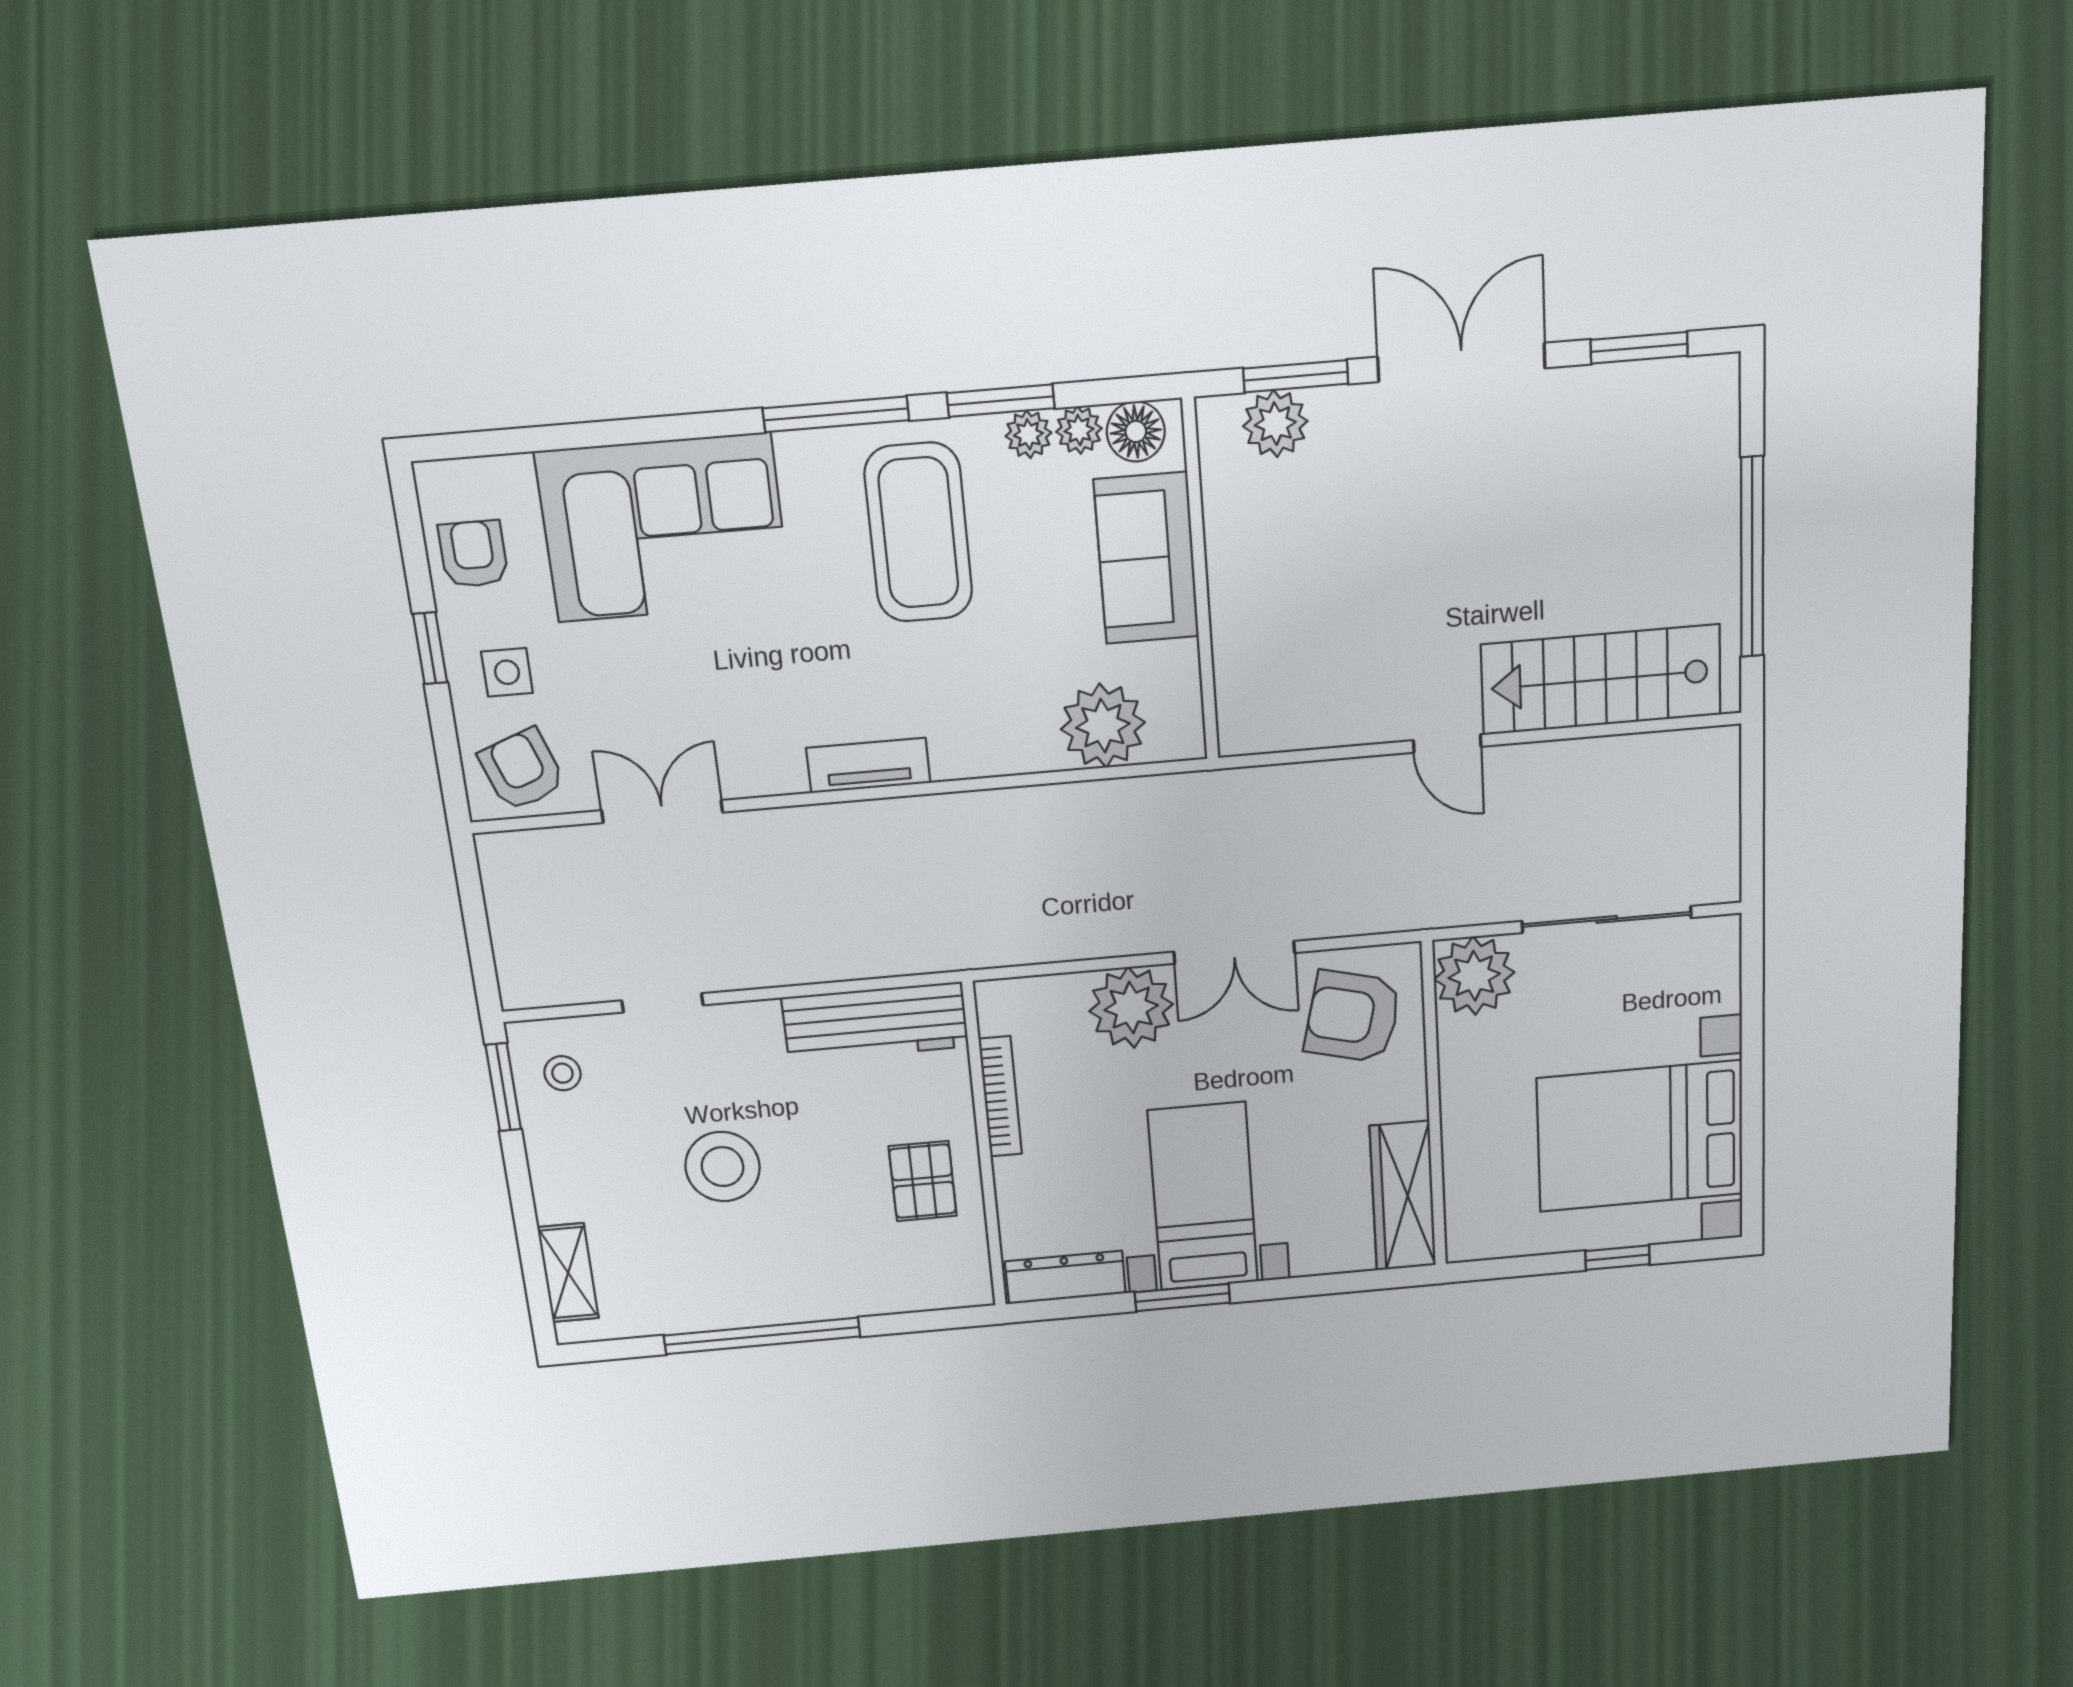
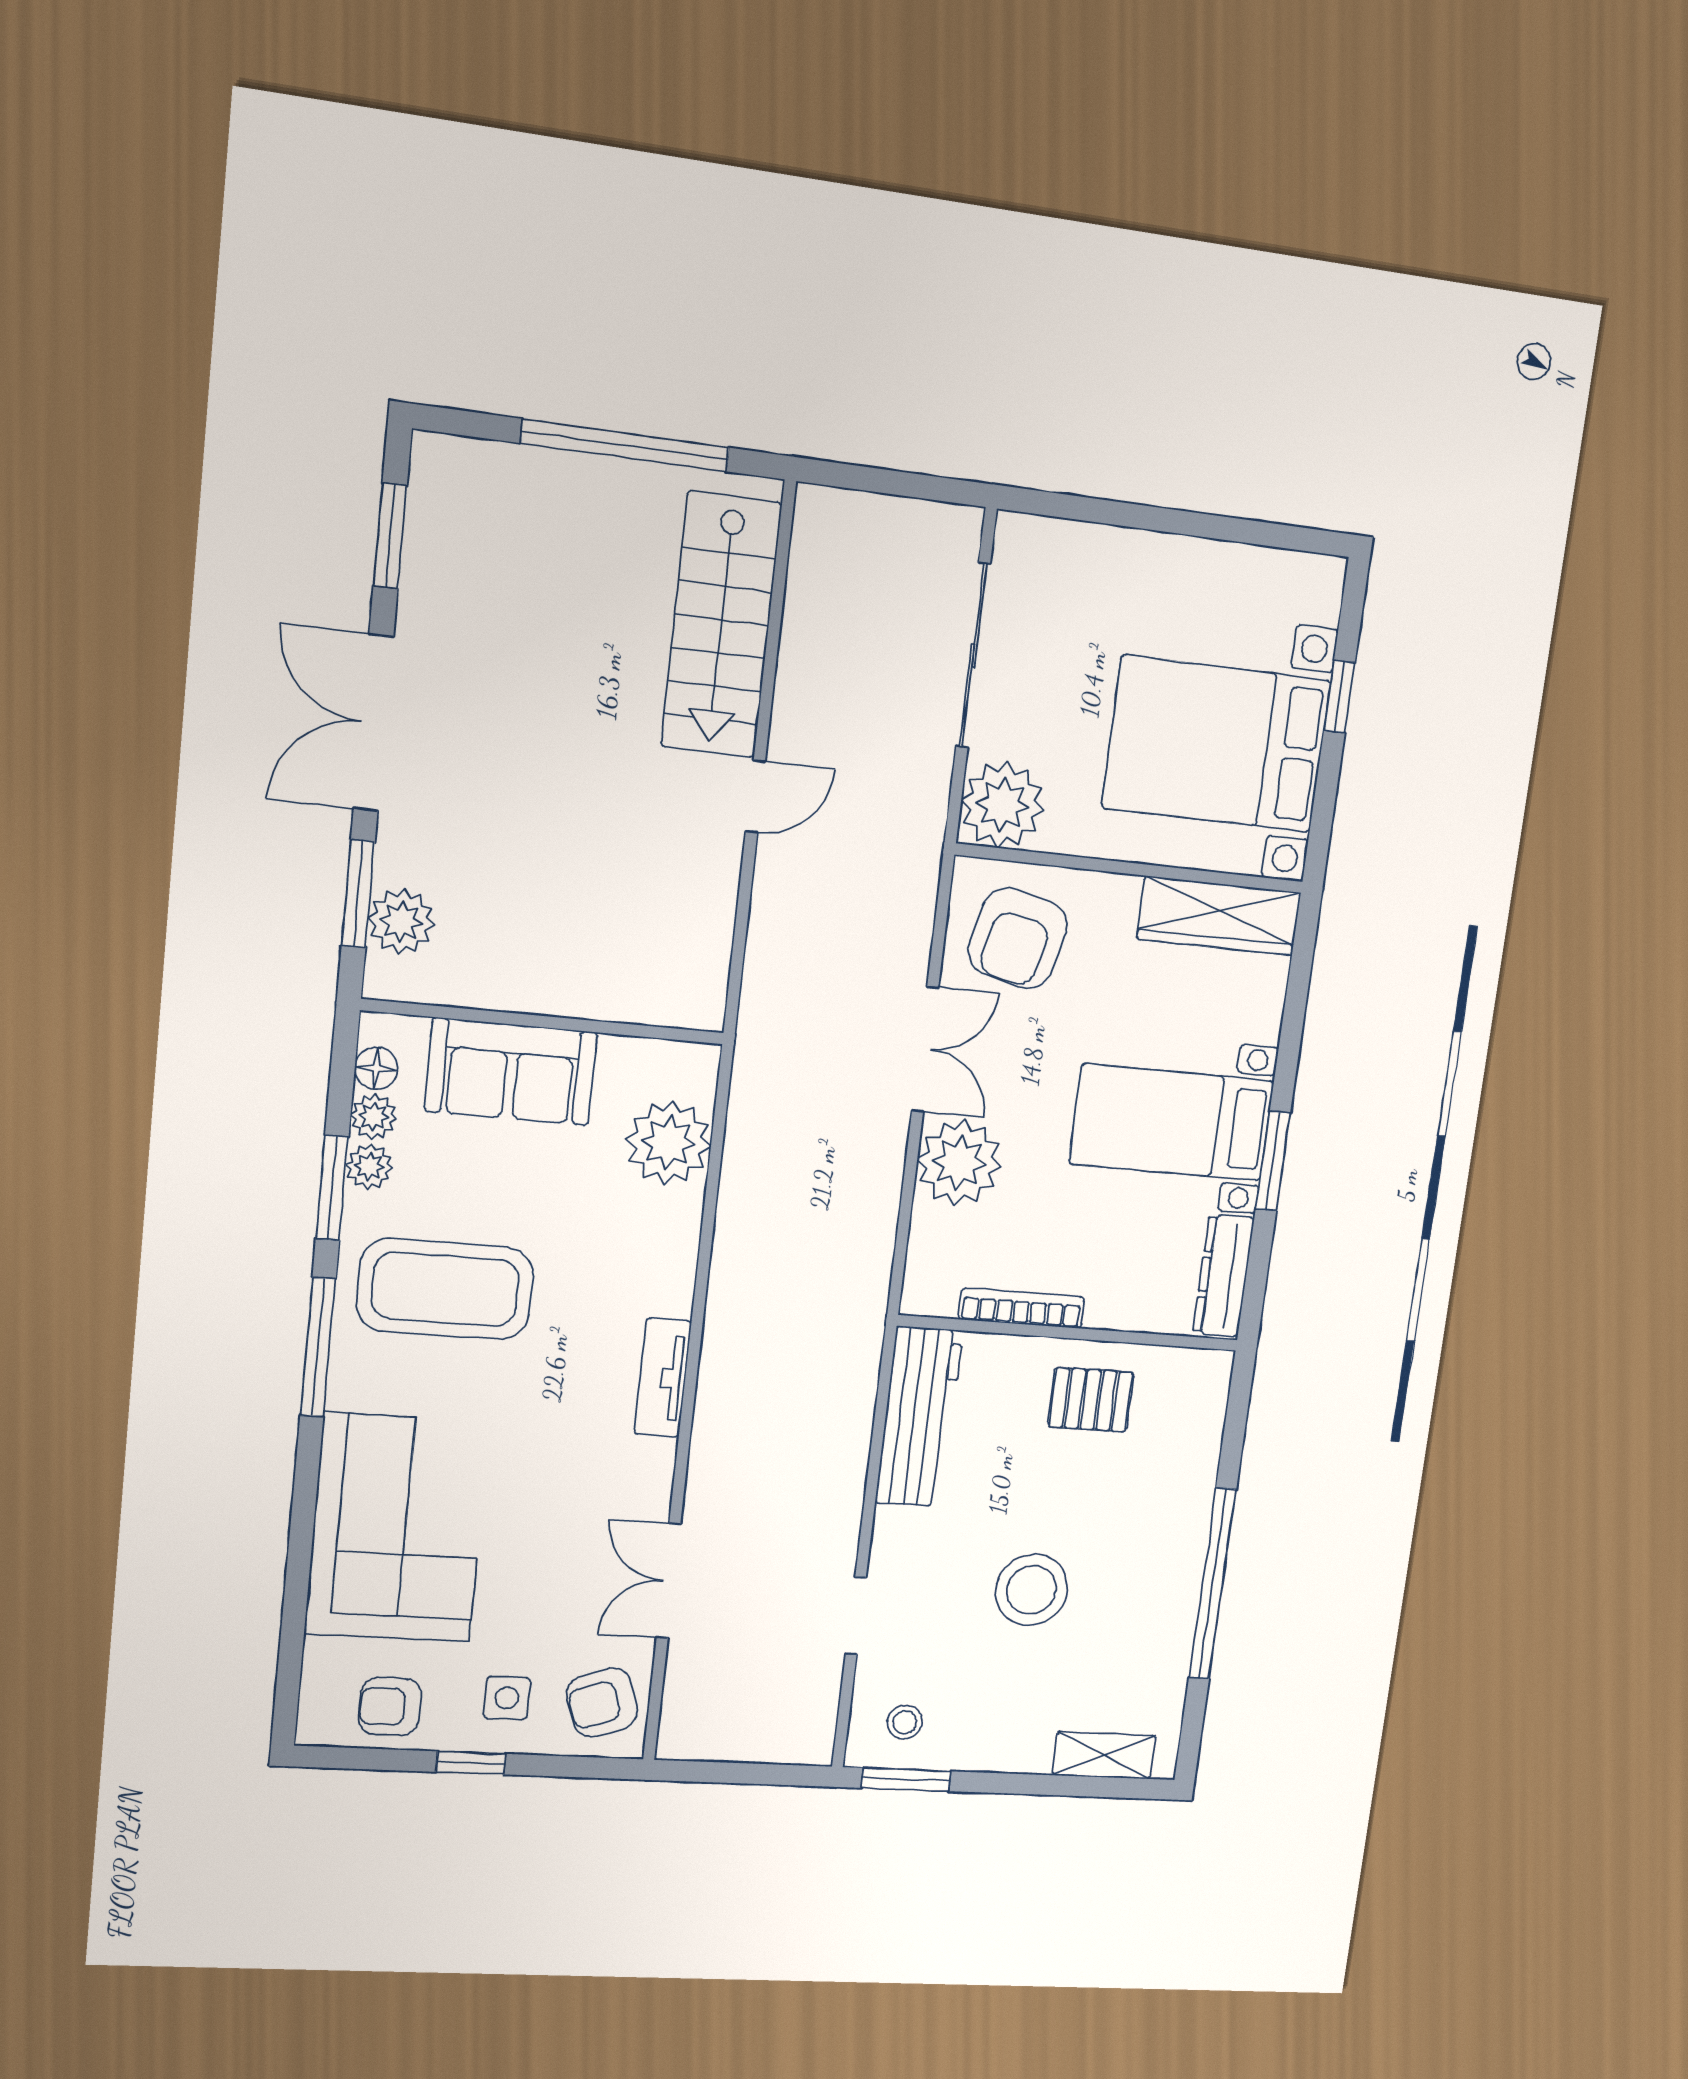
floor lamp: (1136, 432) -> (376, 1068), width x0.73, depth x0.73
bed with nightstands: (1640, 1136) -> (1217, 744), moved, turned 90

